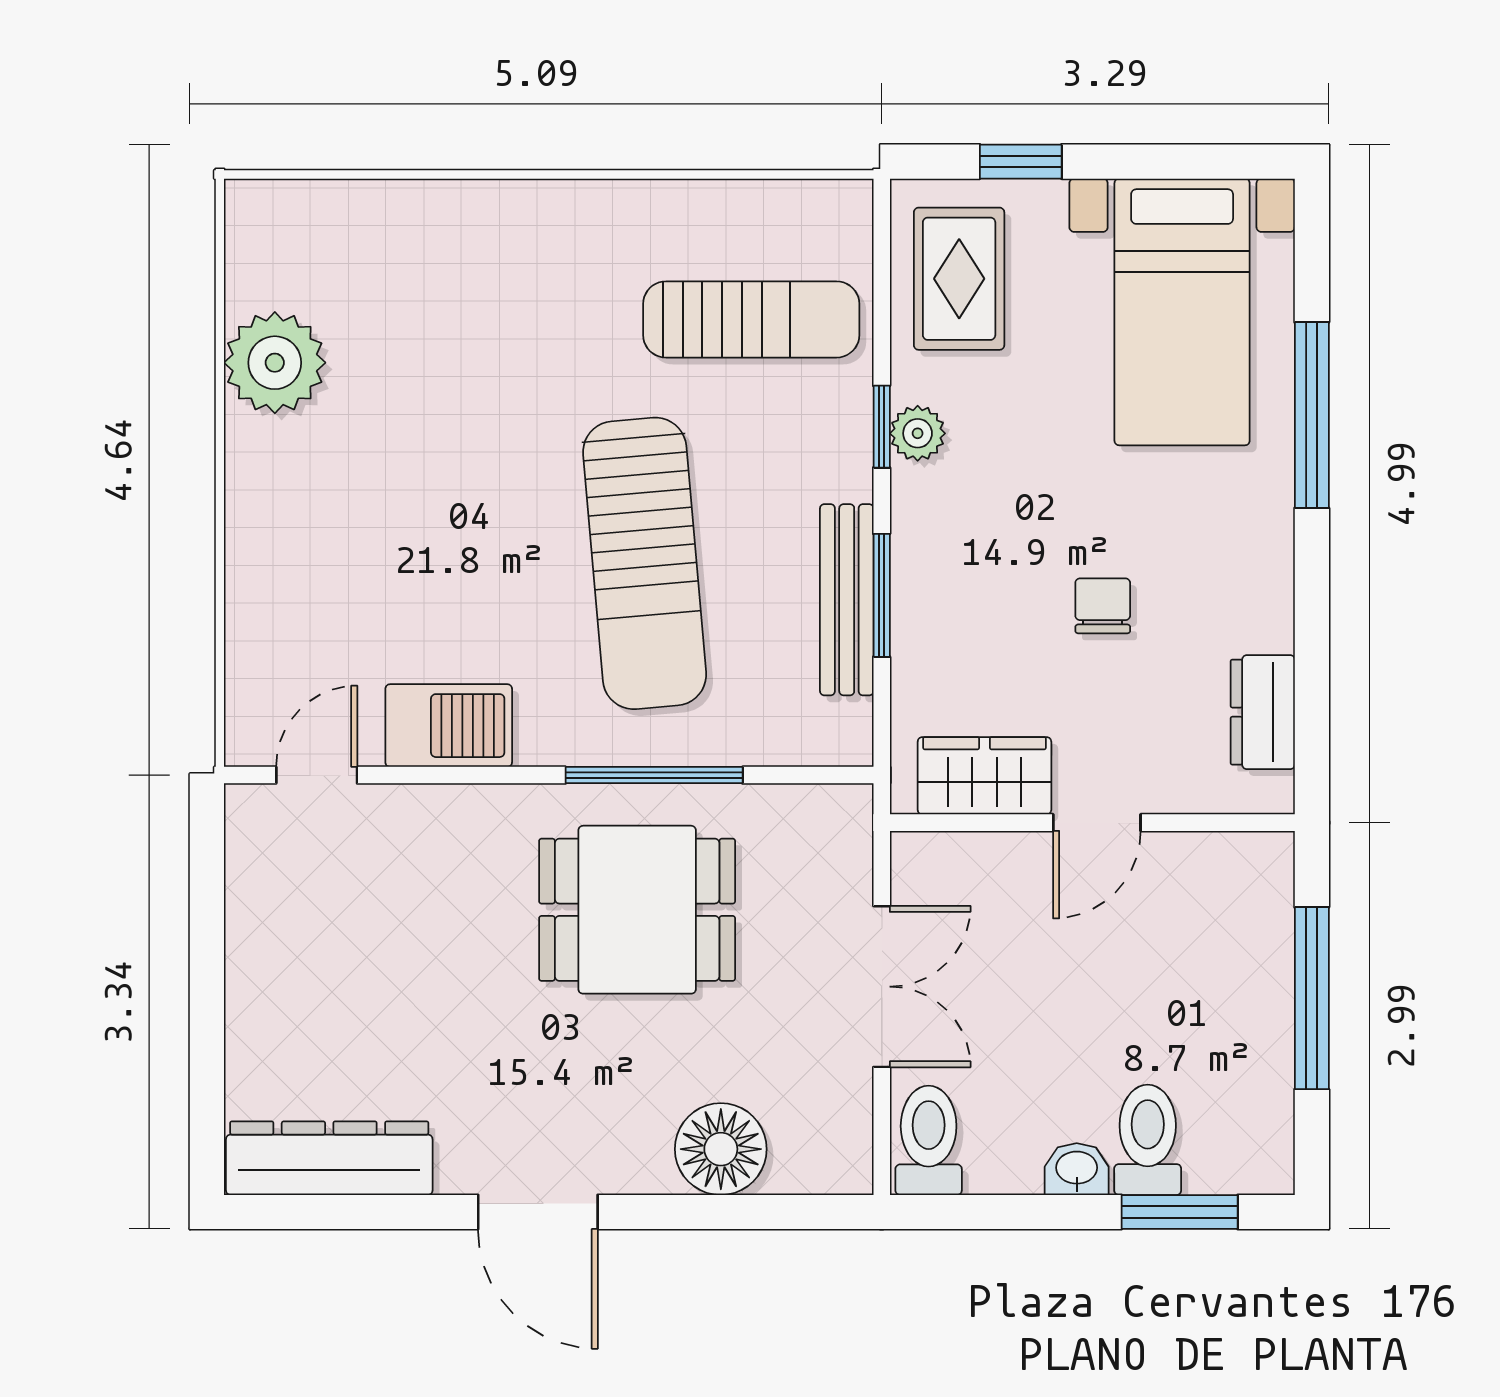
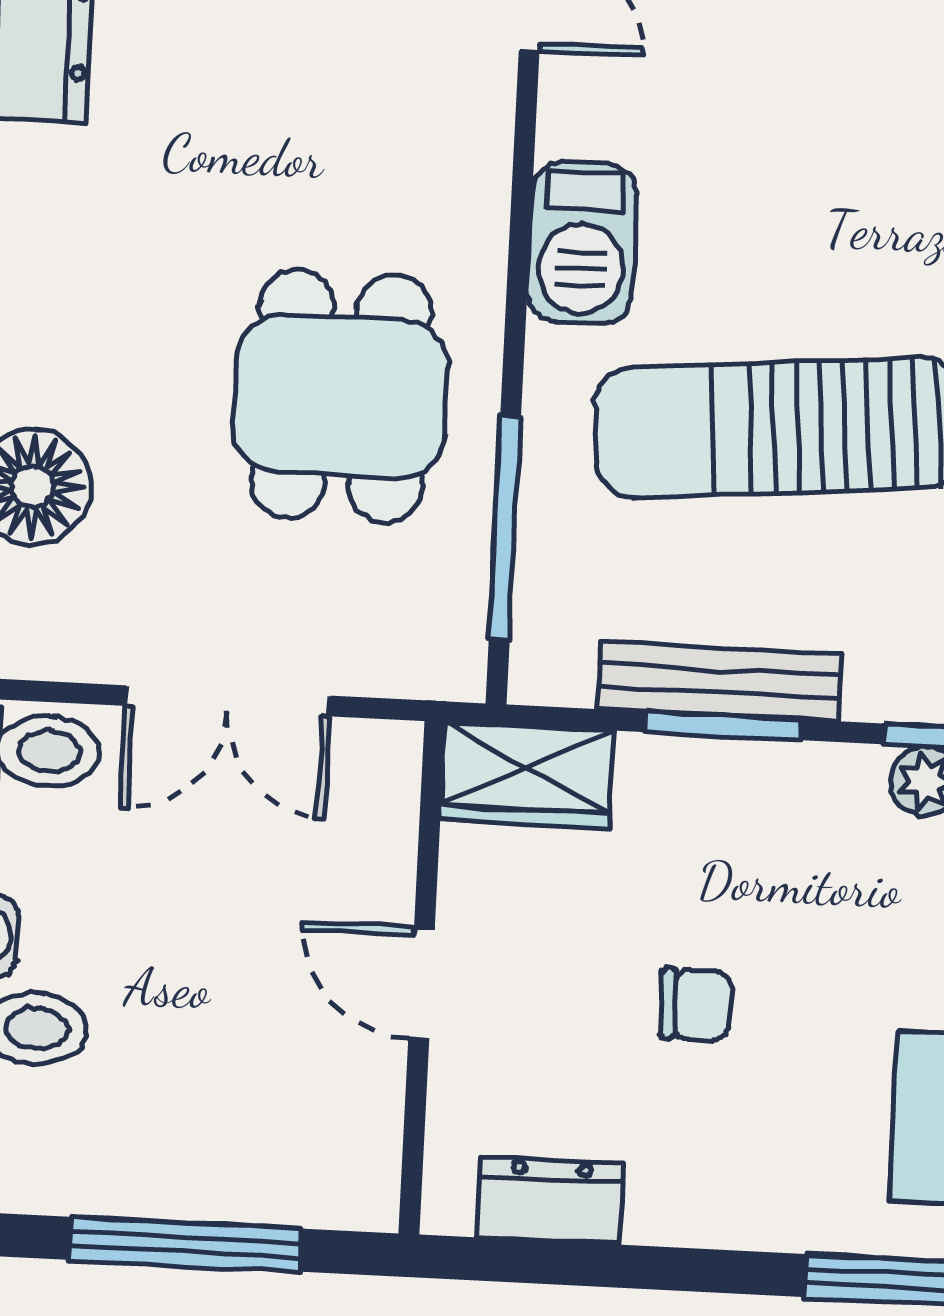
barbecue: (449, 726) -> (582, 243), moved
window: (654, 775) -> (505, 527), moved
wardrobe: (984, 776) -> (527, 775), moved, turned 90

